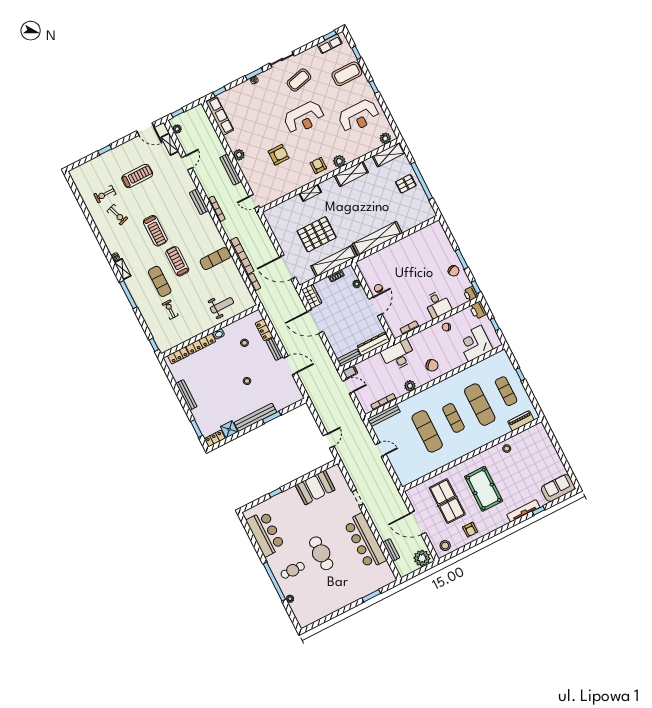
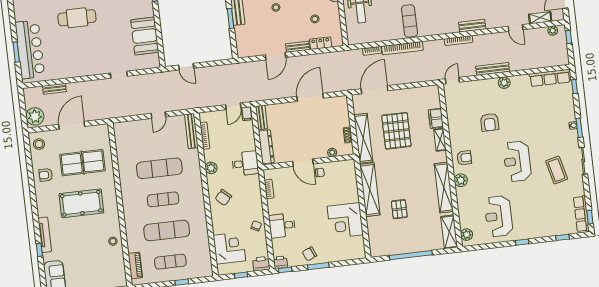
row of seats: (330, 44) -> (581, 214), width x1.48
coffee table: (347, 74) -> (545, 220), removed
shelving: (351, 174) -> (444, 188), width x1.47
pallet: (406, 184) -> (399, 209), moved
filing cabinet: (293, 203) -> (436, 118), added
corner desk: (413, 250) -> (345, 221), added
wardrobe: (312, 296) -> (336, 103), removed
desk: (398, 355) -> (245, 163), width x0.73
bar counter: (365, 541) -> (30, 49), moved, turned 90

